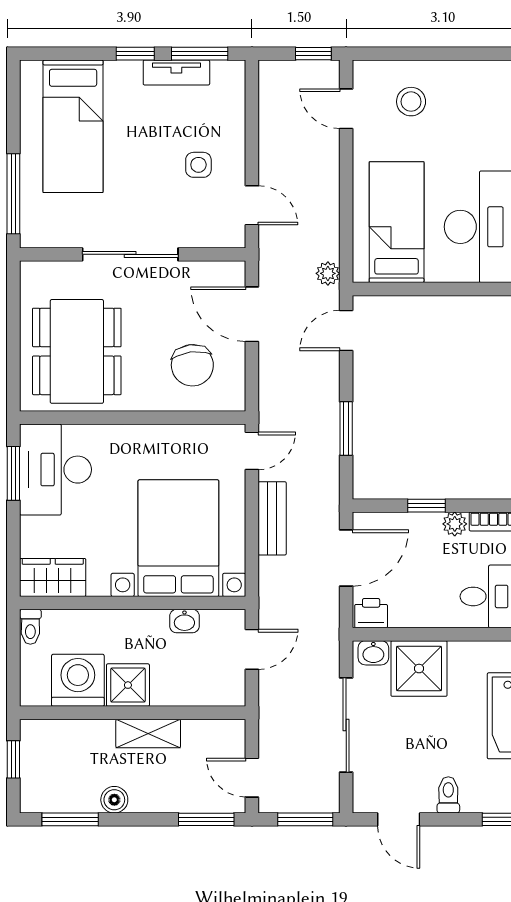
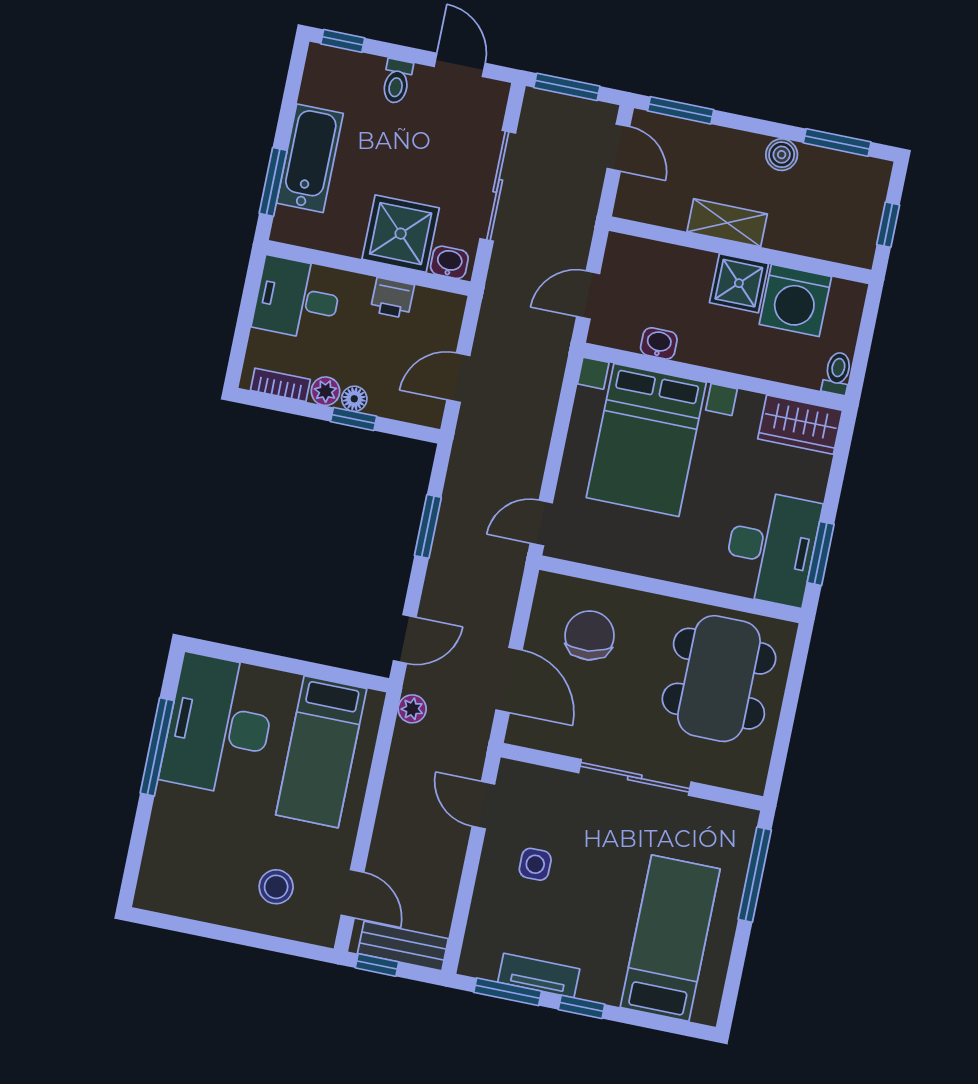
bench: (272, 518) -> (403, 946), moved, turned 90
floor lamp: (429, 523) -> (354, 399), added
door: (346, 558) -> (458, 378), width x0.73
printer: (371, 613) -> (392, 298), moved

